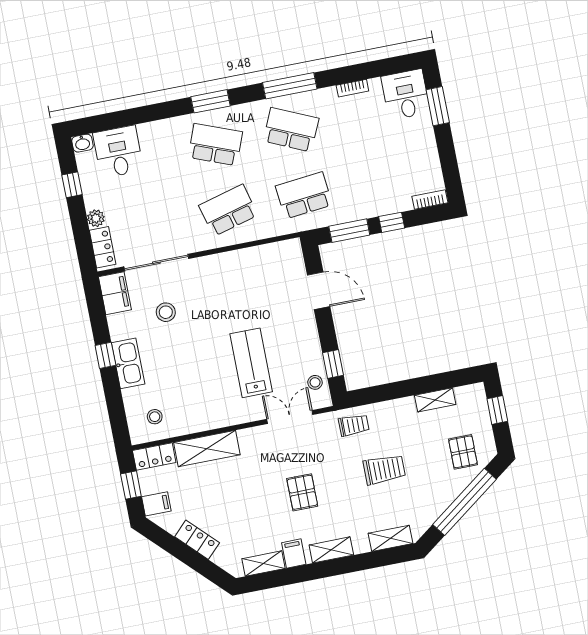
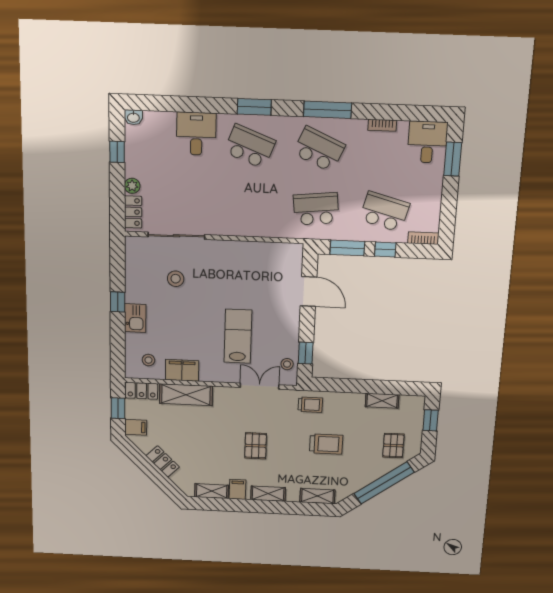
desk: (118, 152) -> (196, 134), moved
school desk: (228, 210) -> (384, 212), moved, turned 30
filing cabinet: (115, 293) -> (182, 370), moved, turned -90
kitchen sink: (128, 363) -> (135, 318), width x0.73

